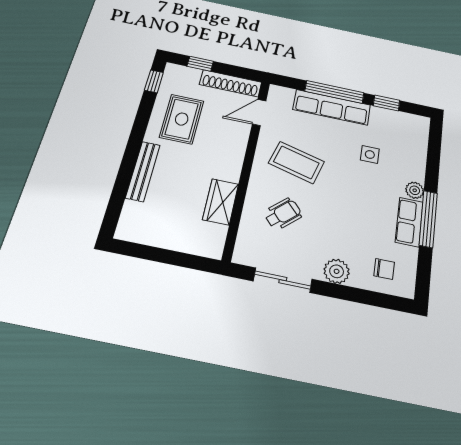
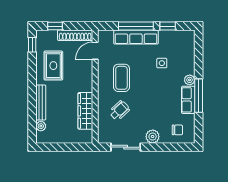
coffee table: (296, 162) -> (121, 78), turned 75
wardrobe: (221, 202) -> (85, 111), width x1.50
plant: (131, 210) -> (41, 126), added

